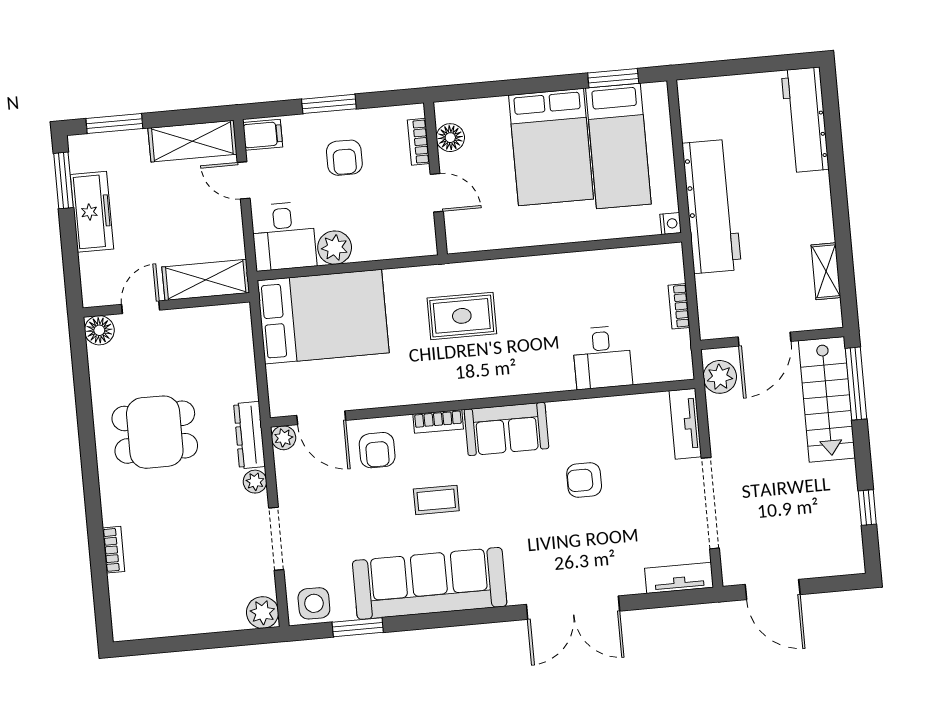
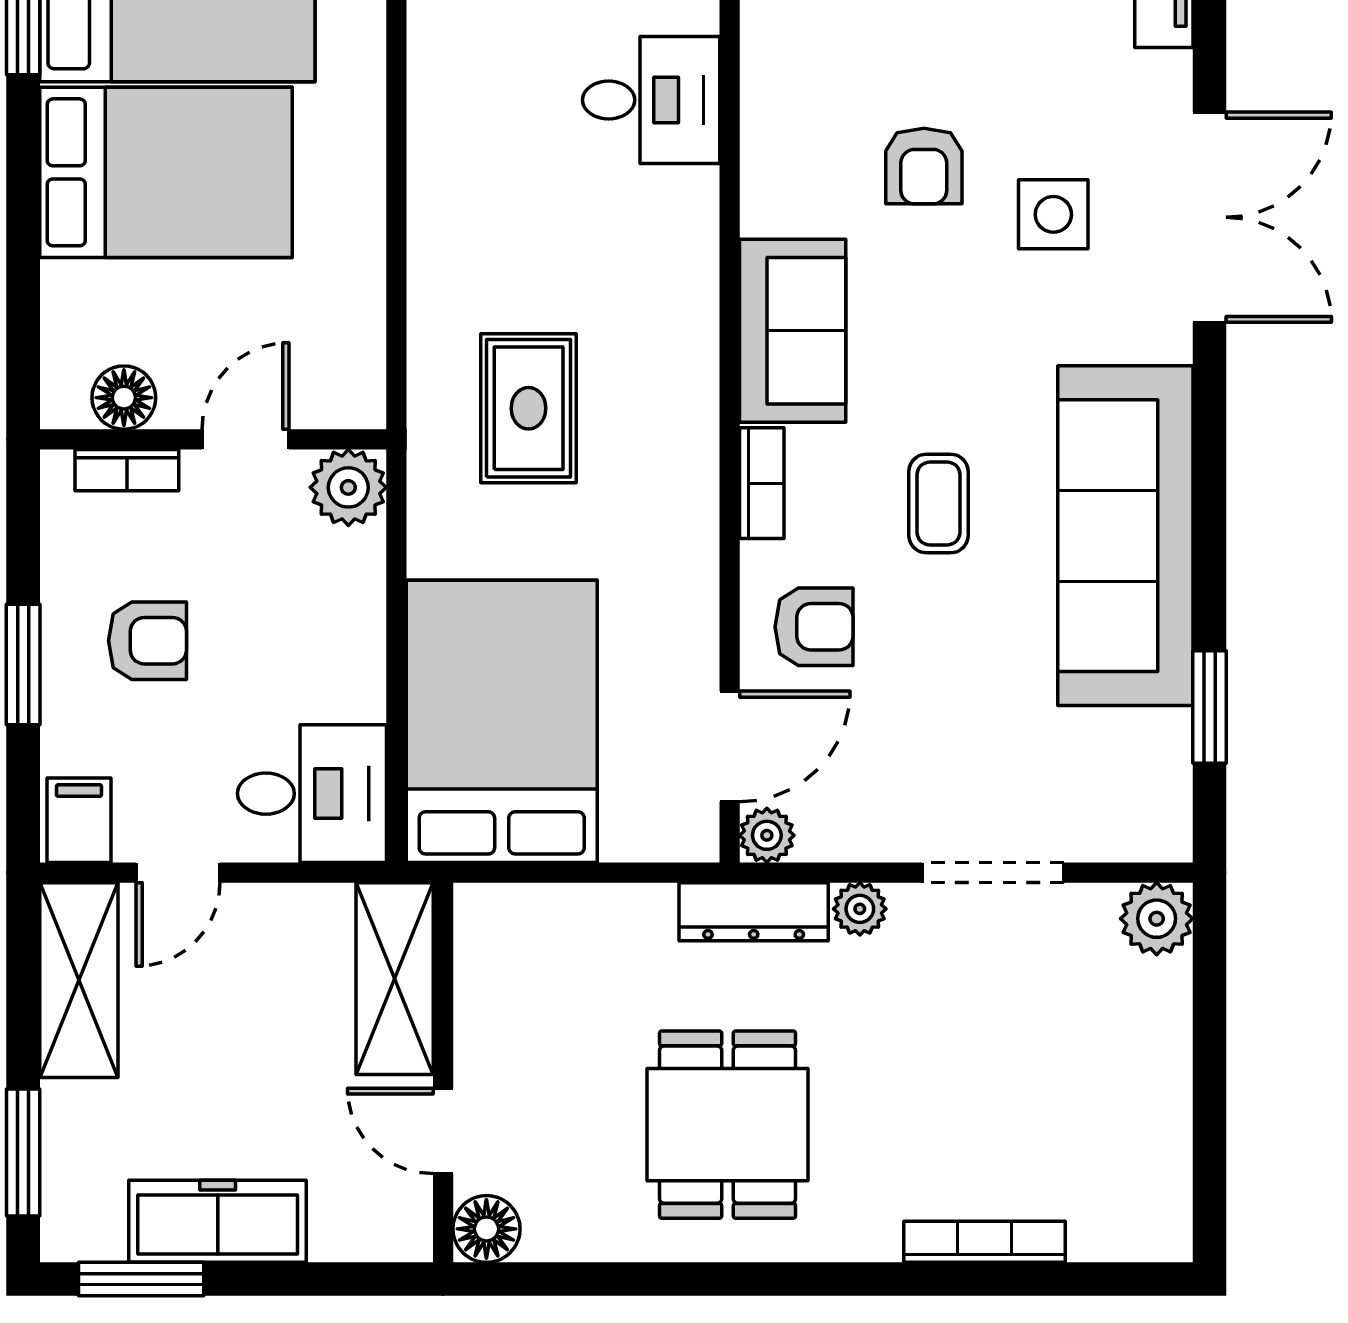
plant: (335, 248) -> (348, 487), moved
bookcase: (114, 550) -> (984, 1242), width x1.56
side table: (314, 603) -> (1053, 214), moved

